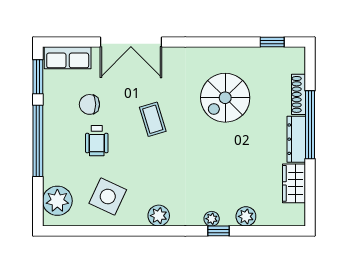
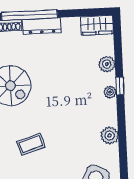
wardrobe: (294, 183) -> (97, 25), moved

